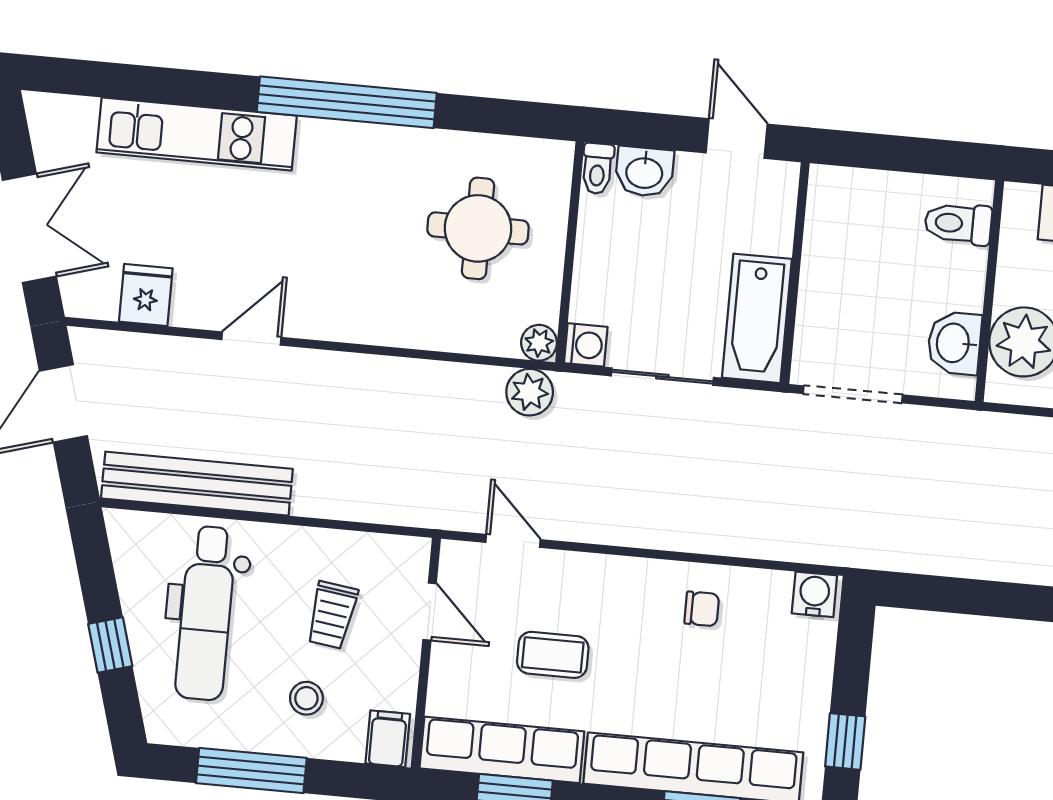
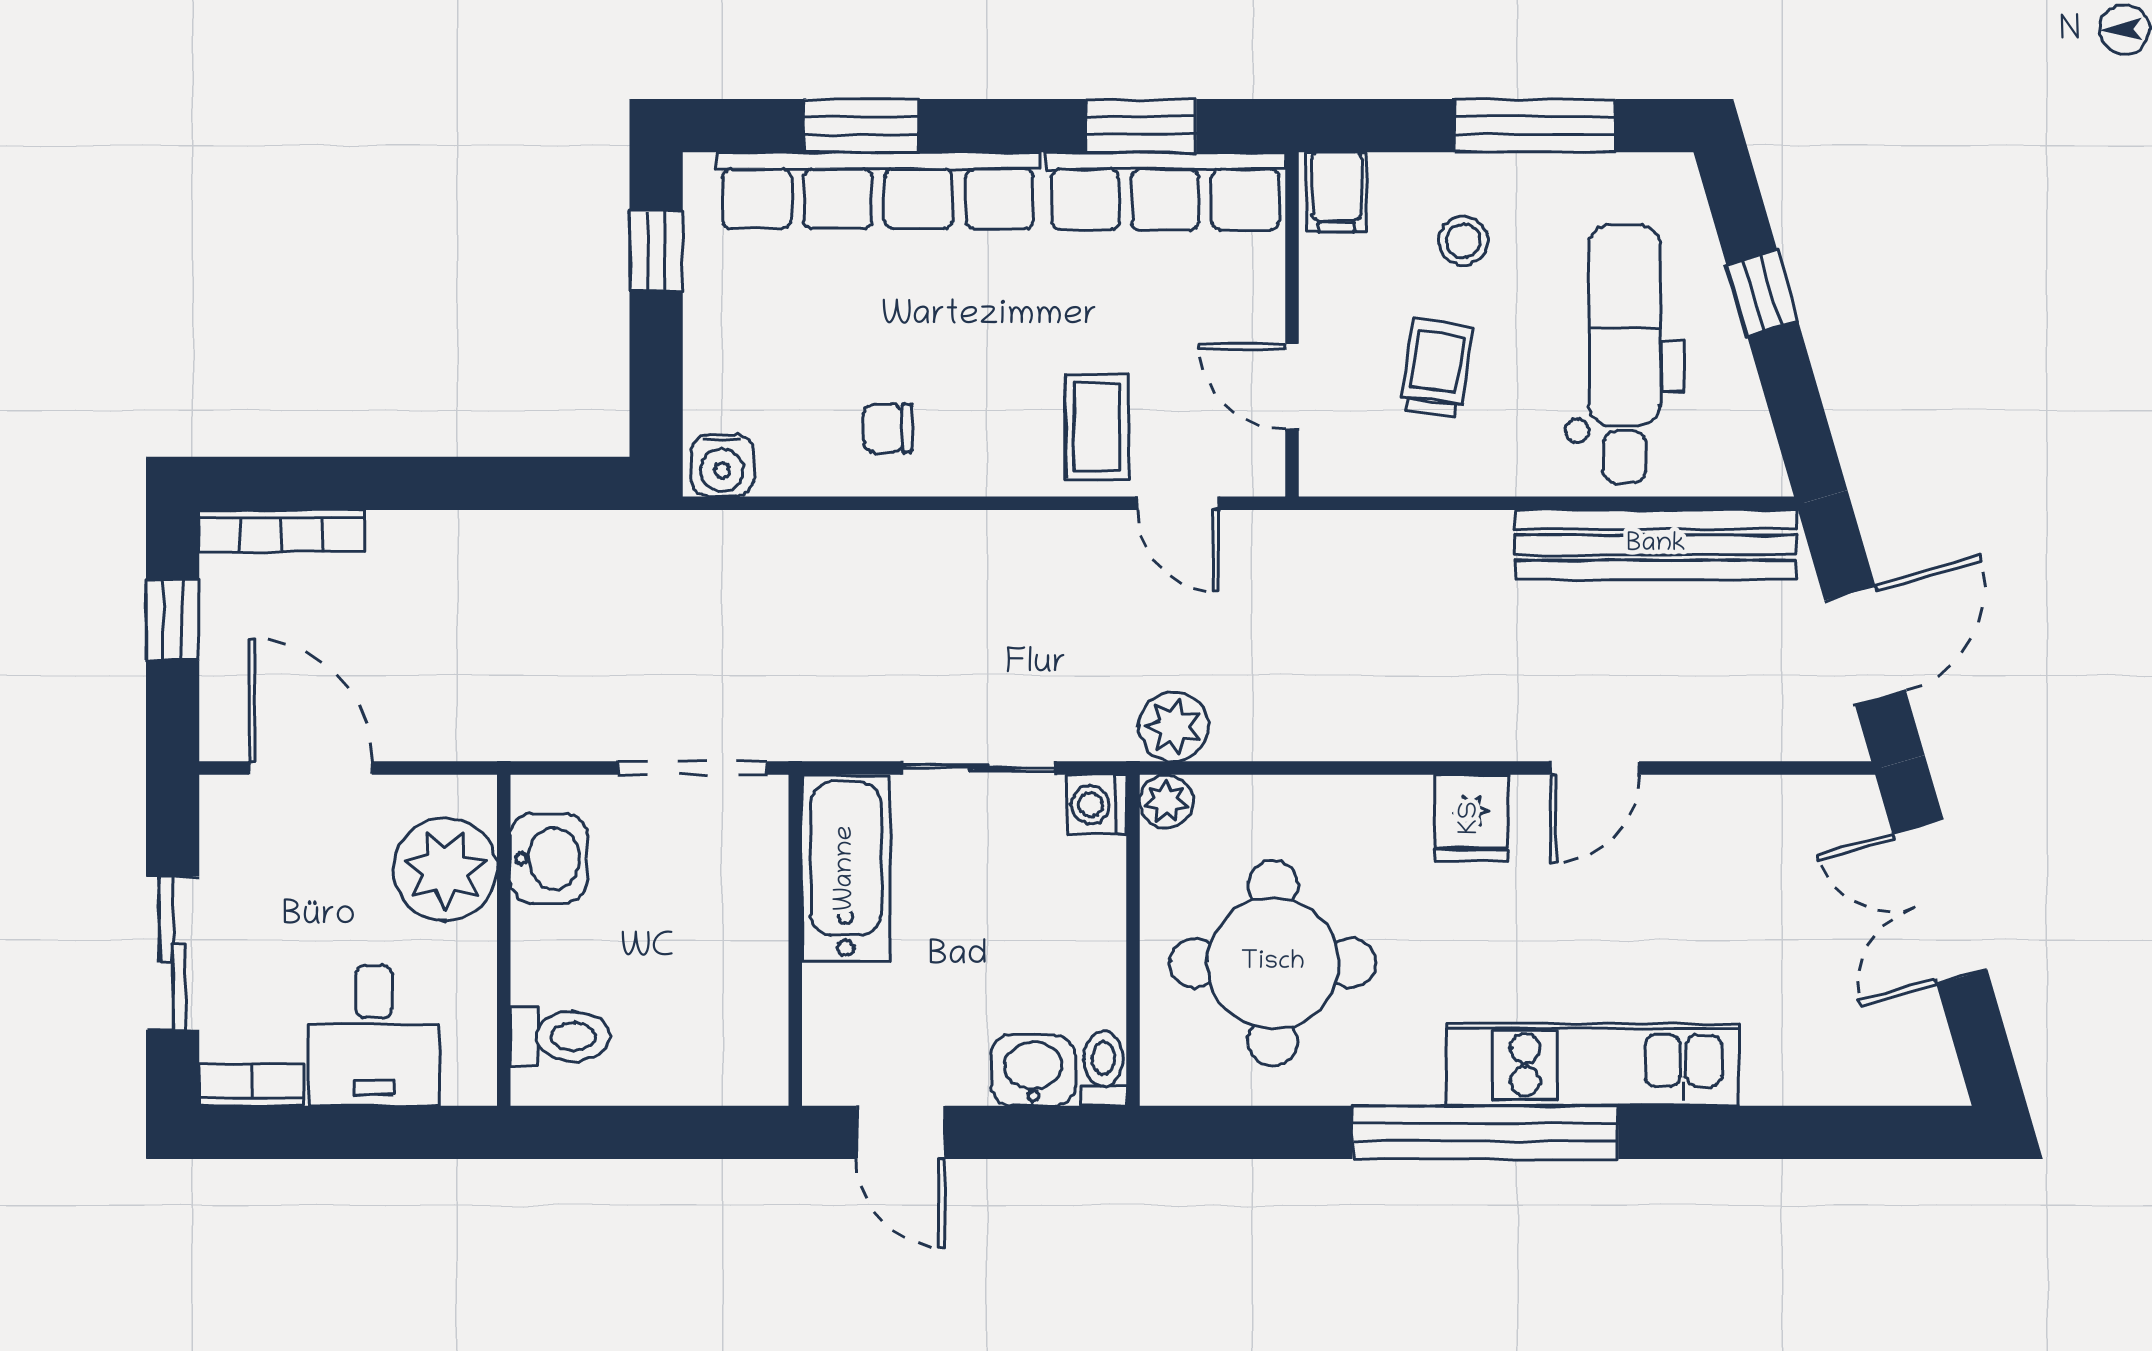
kitchen unit: (197, 134) -> (1592, 1065), moved
round table: (478, 228) -> (1273, 963), width x1.36, depth x1.36
fridge: (146, 295) -> (1471, 818), moved
coffee table: (553, 655) -> (1097, 427), moved, turned 90

